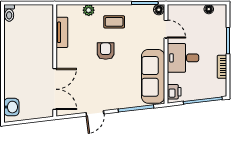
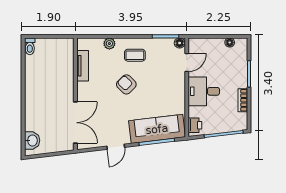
door: (166, 29) -> (187, 62), hinge flipped
armchair: (106, 51) -> (126, 84), turned -45
sofa: (153, 76) -> (157, 129), moved, turned 83

